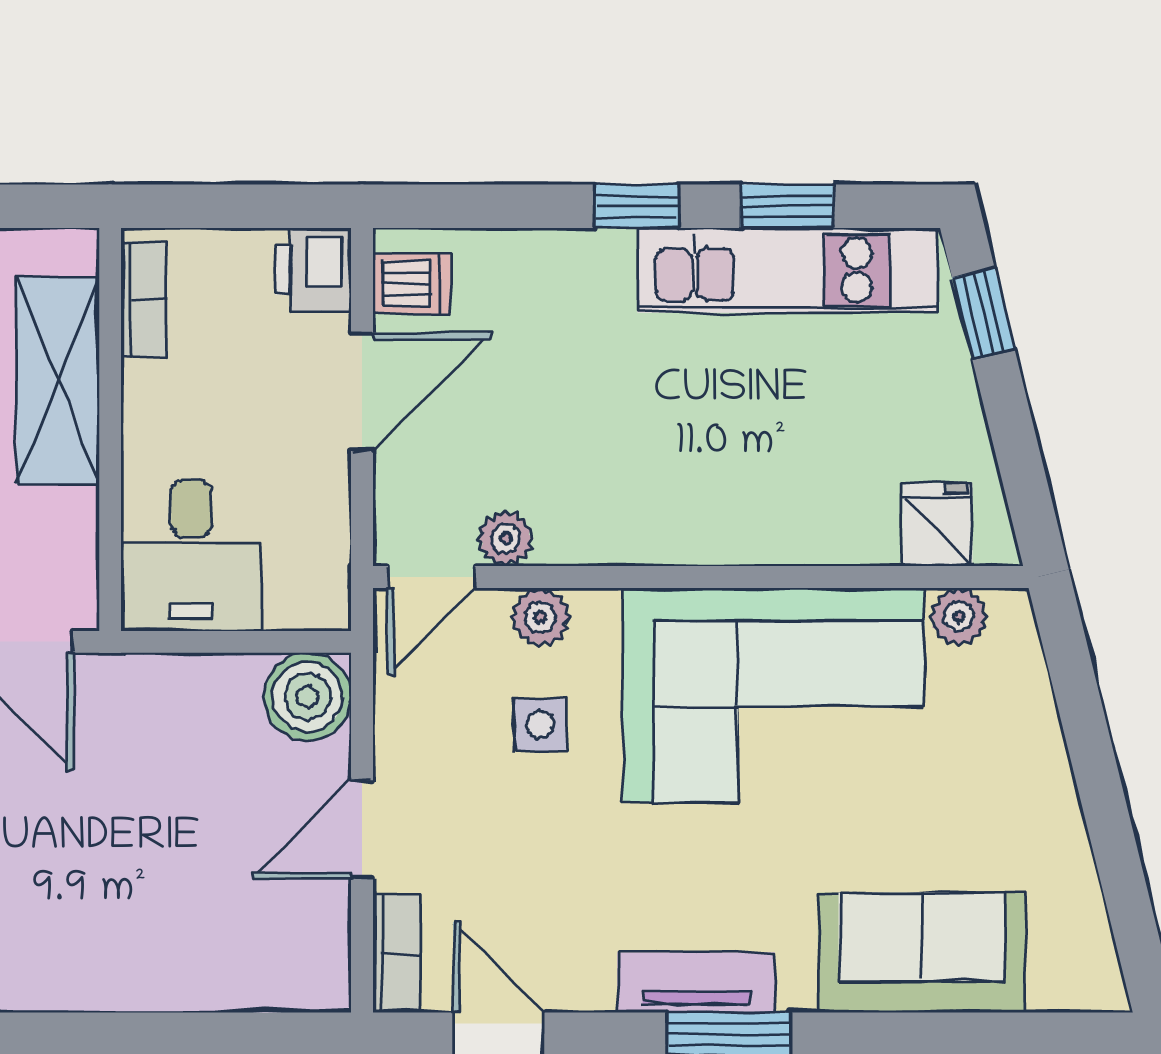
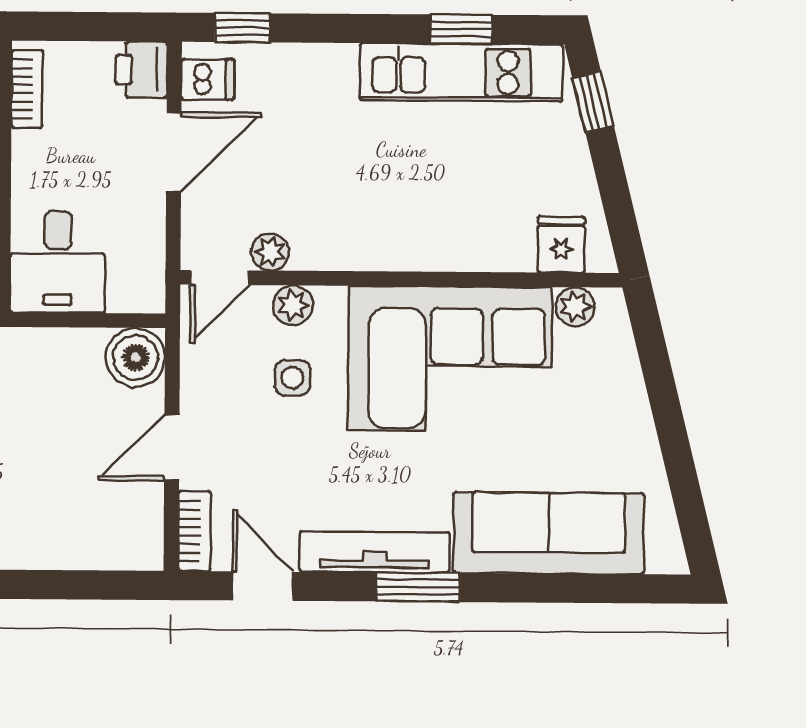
window: (637, 206) -> (243, 28), moved
sofa: (922, 953) -> (549, 533), width x1.36
tv unit: (696, 983) -> (375, 552), width x1.41

